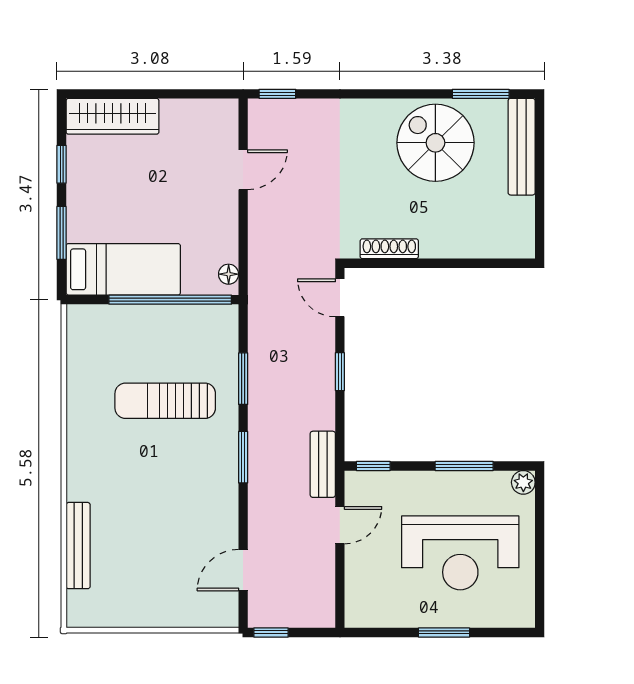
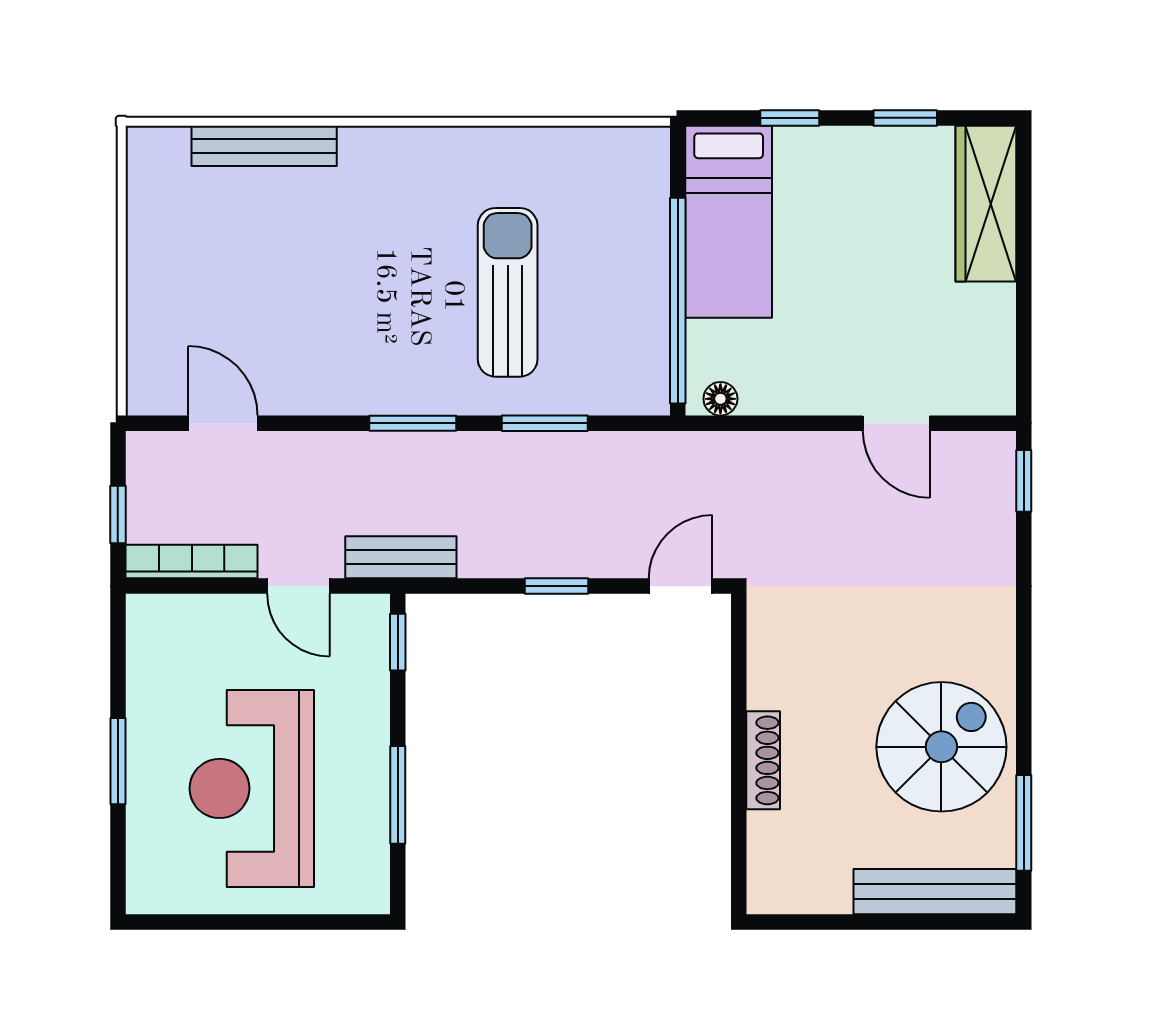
window: (62, 233) -> (790, 118), width x0.67
shoe rack: (389, 249) -> (763, 760), moved
plant: (523, 482) -> (370, 894), removed
bookcase: (325, 589) -> (192, 562), added
window: (271, 632) -> (118, 514), moved

